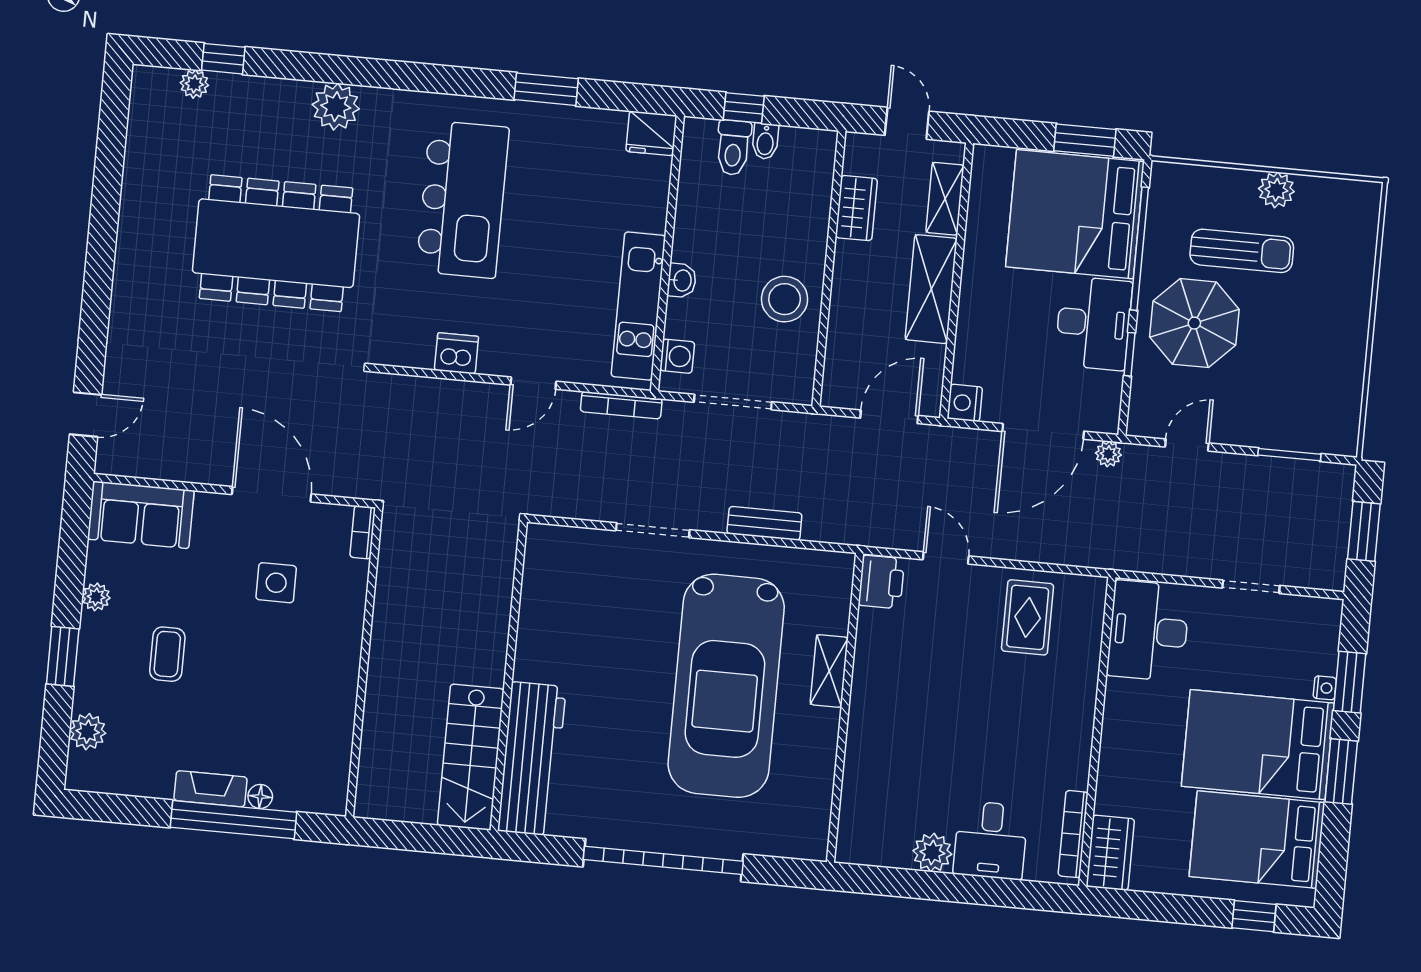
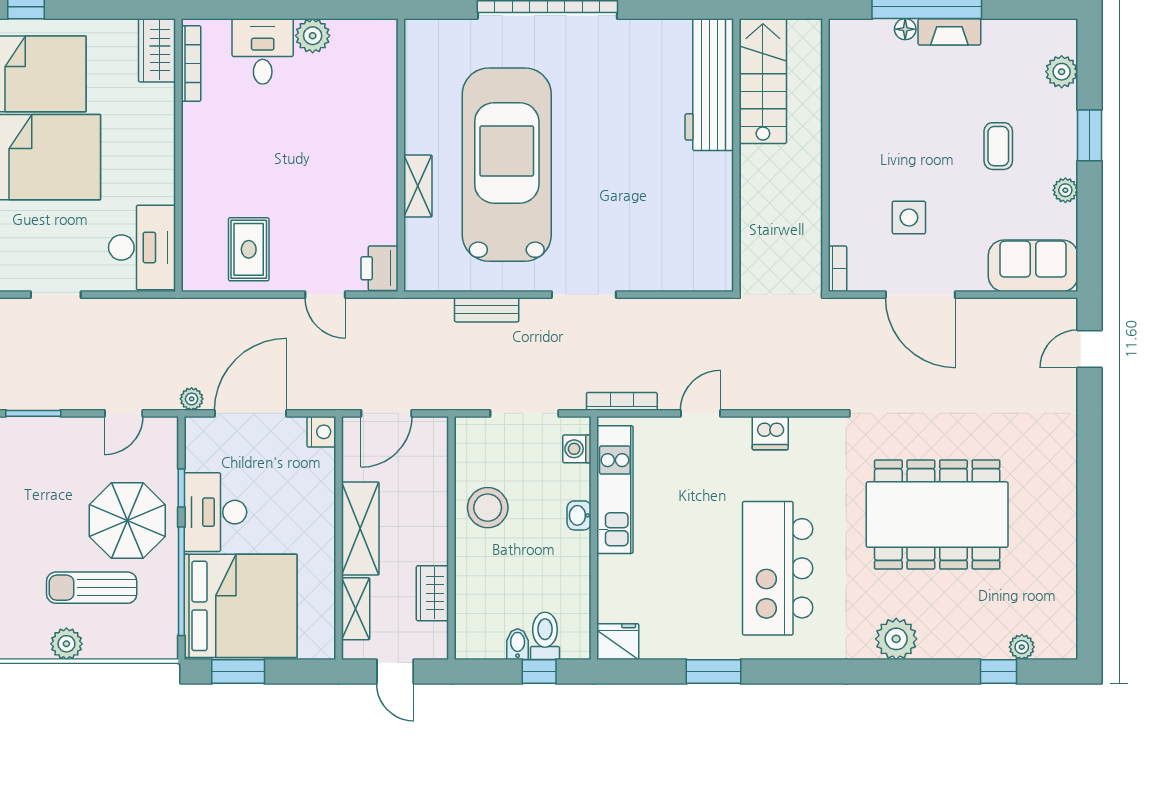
wall: (509, 676) -> (736, 155), moved
stairs: (471, 757) -> (763, 81), moved
workbench: (532, 759) -> (709, 85), moved

